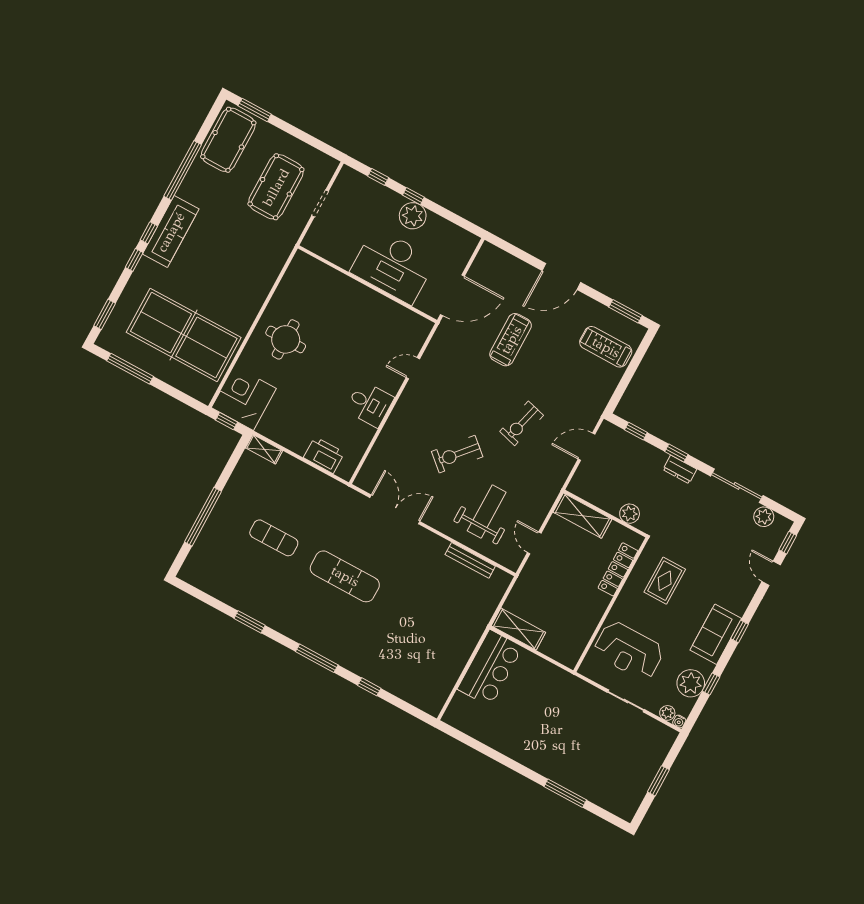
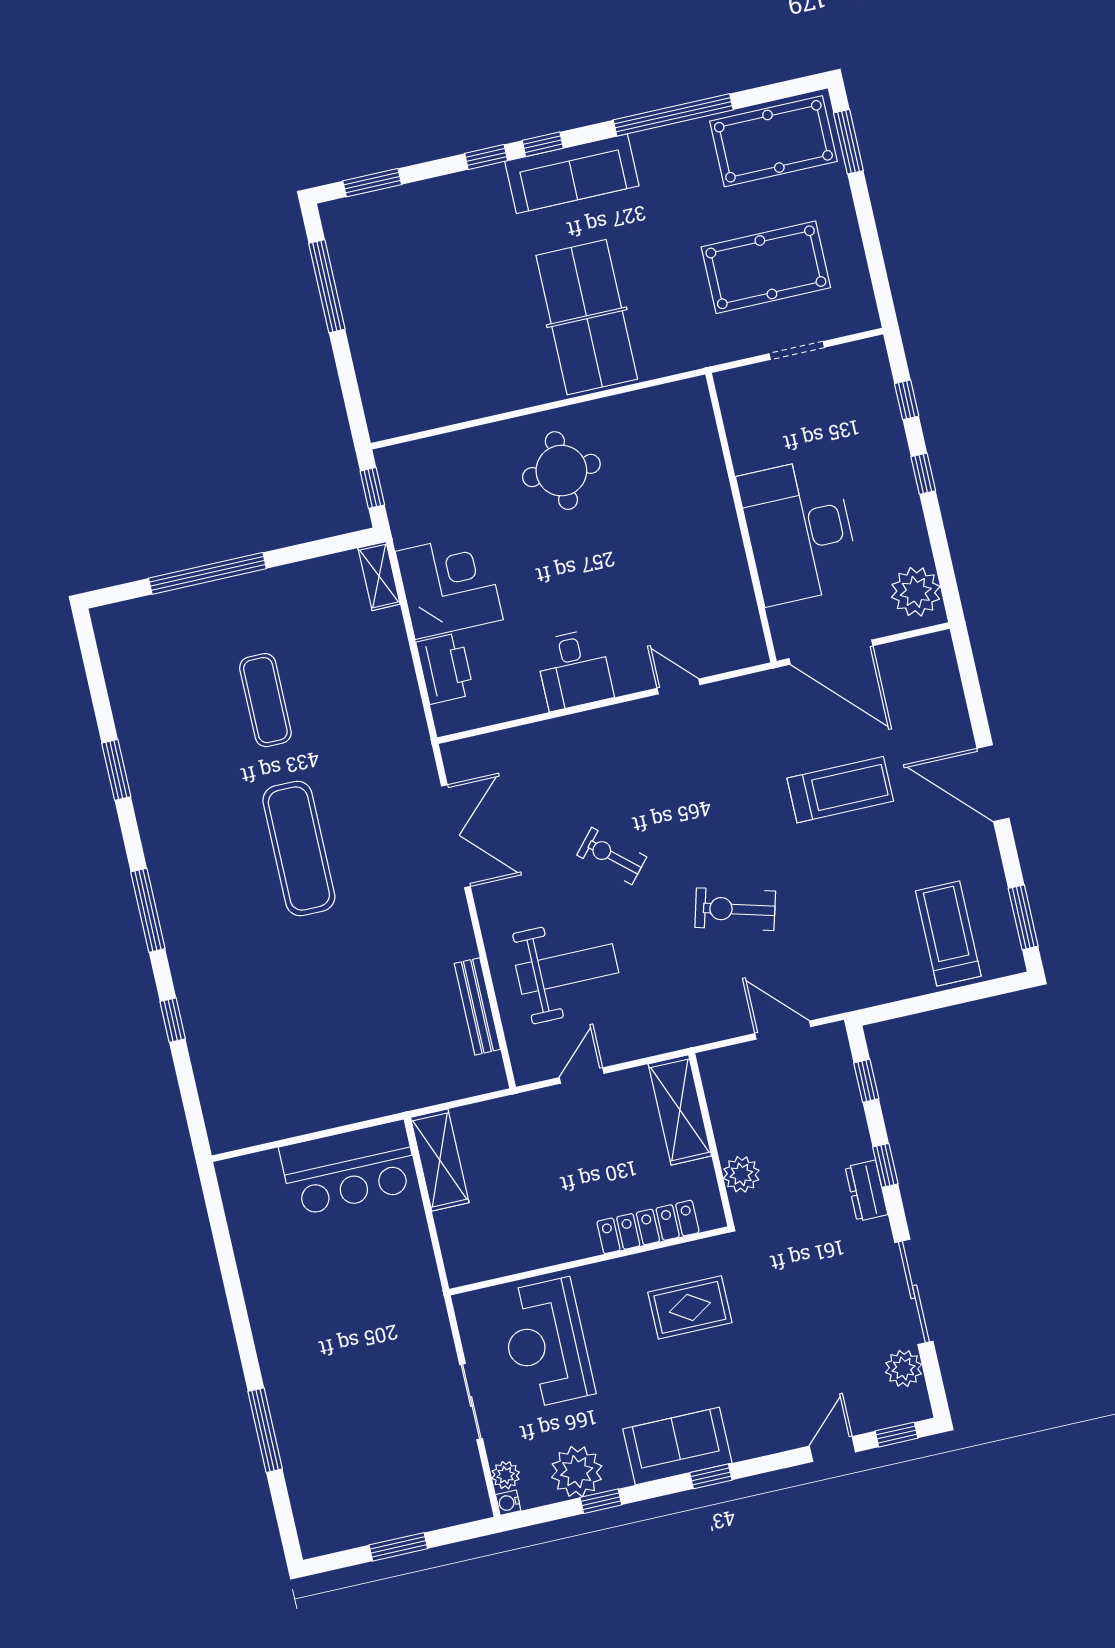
plant: (413, 216) -> (916, 592), moved
table tennis table: (184, 335) -> (587, 317), moved, width x0.73, depth x0.76
corner desk: (244, 398) -> (449, 585), moved
exercise bike: (457, 454) -> (612, 856), width x0.73, depth x0.72

